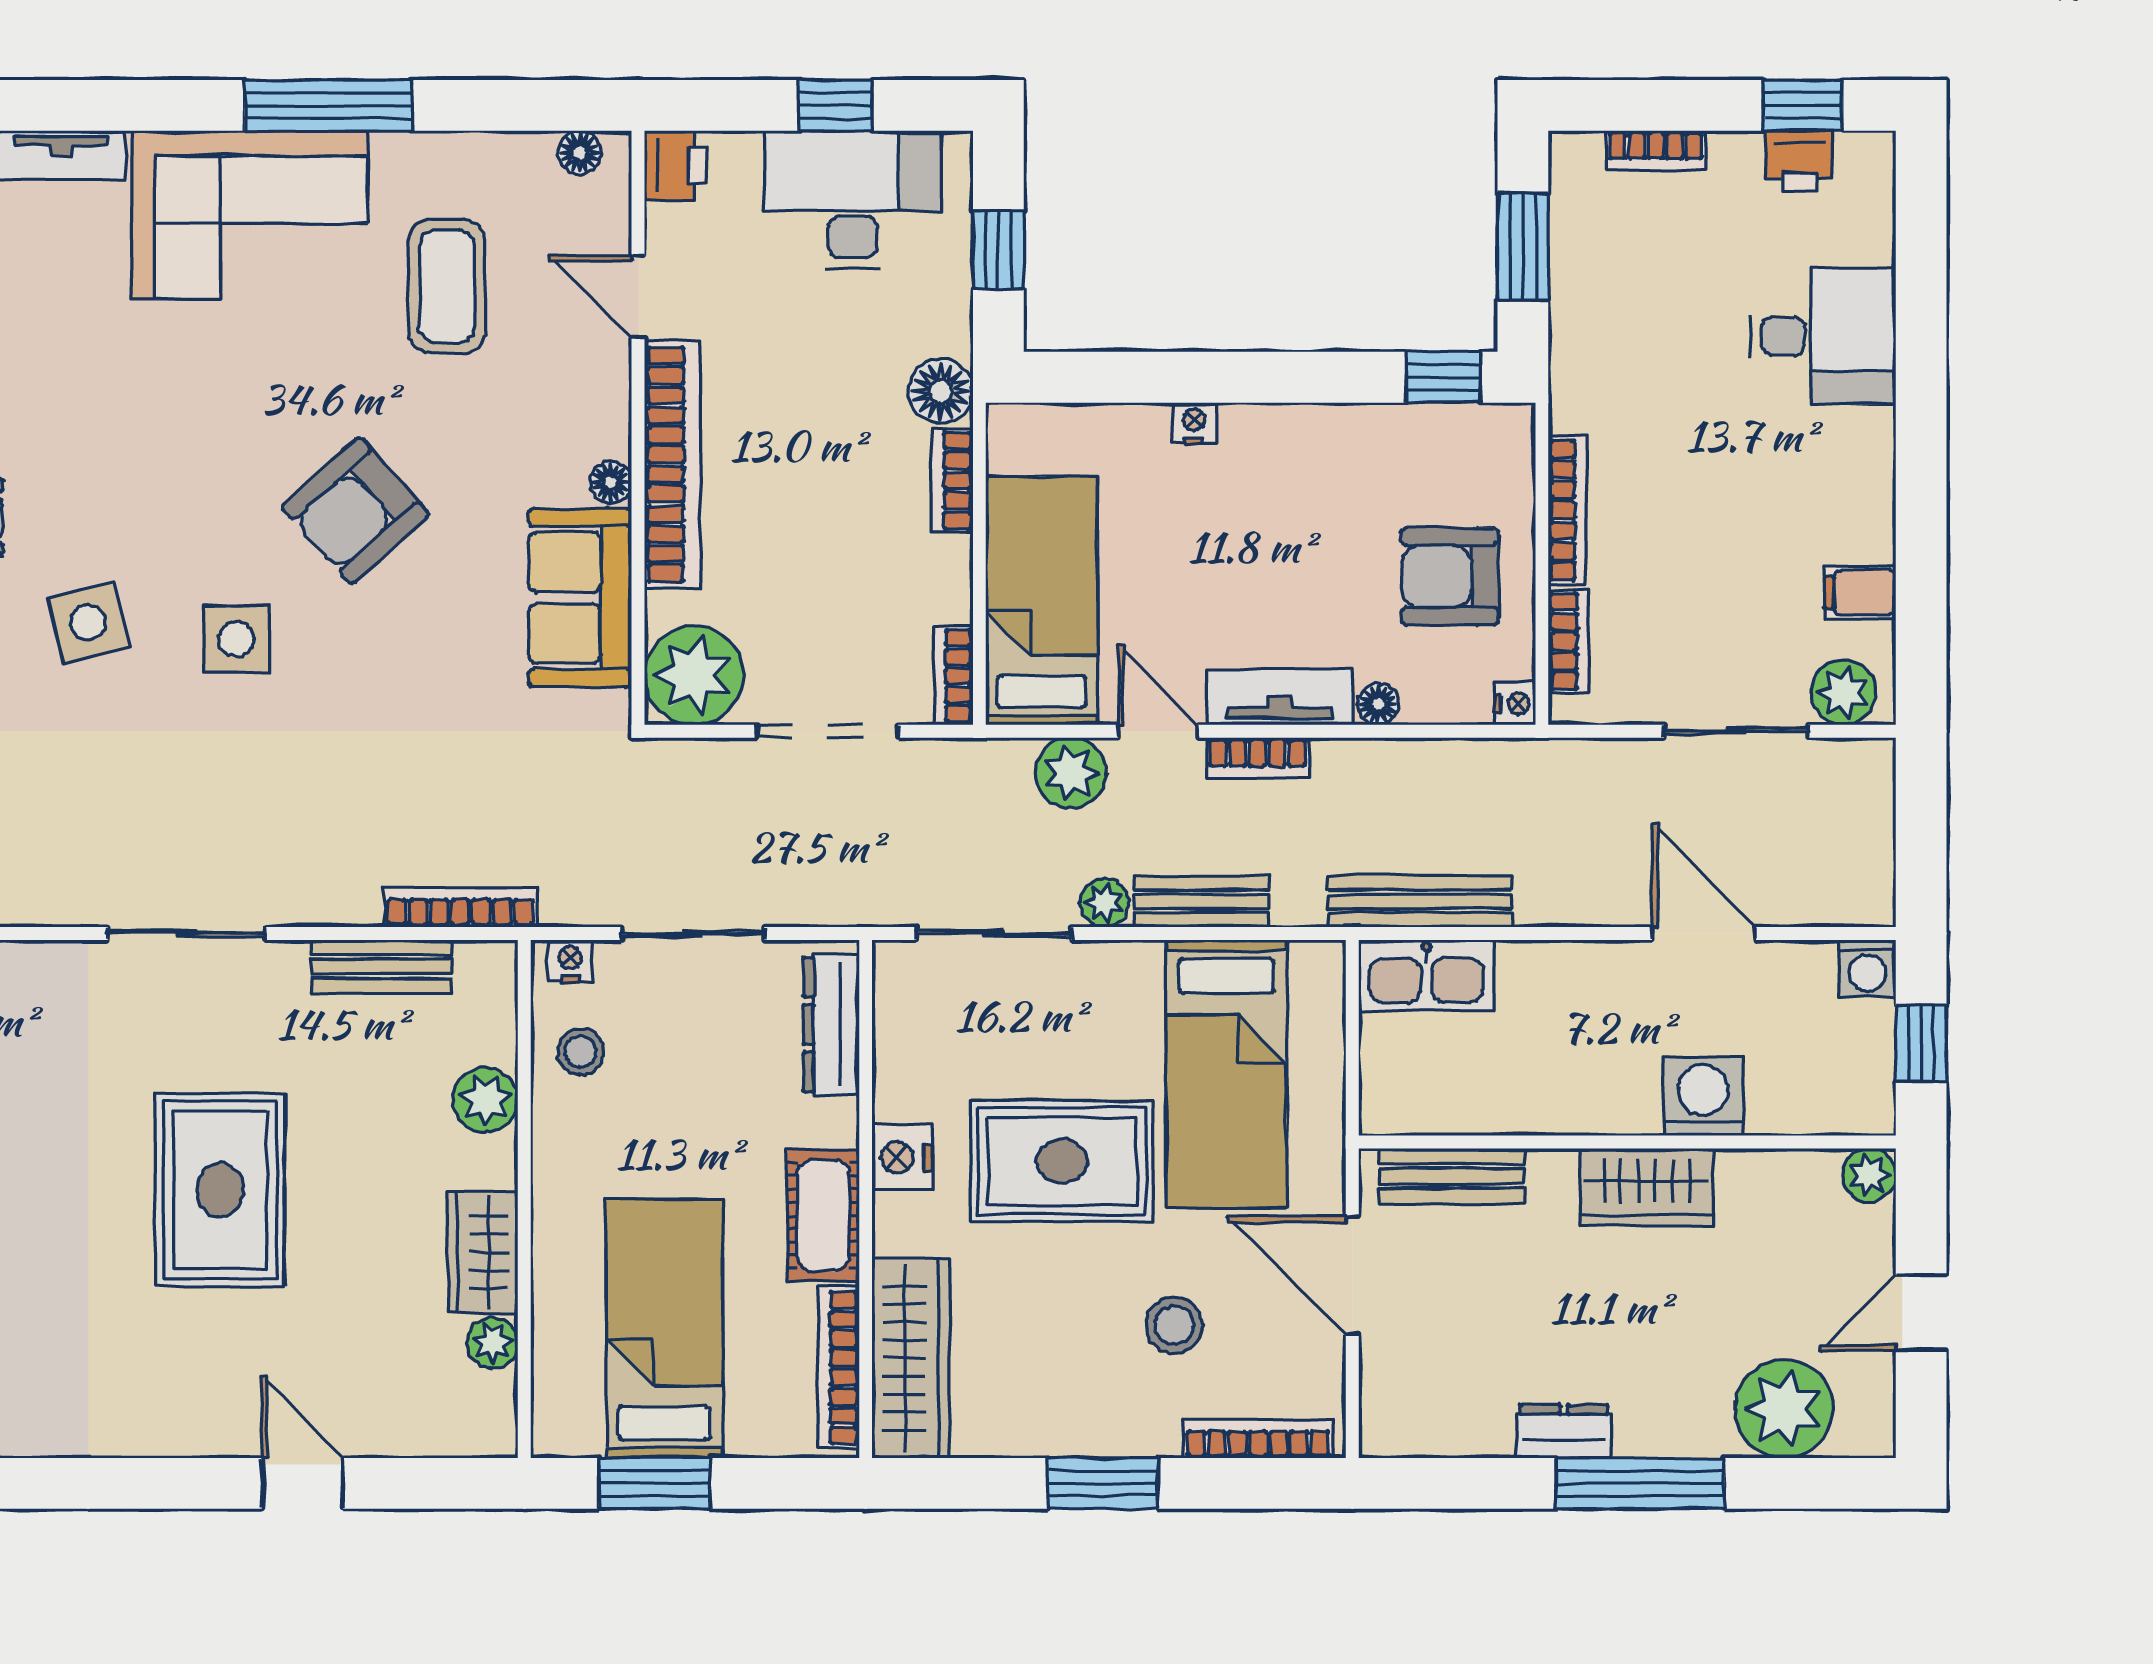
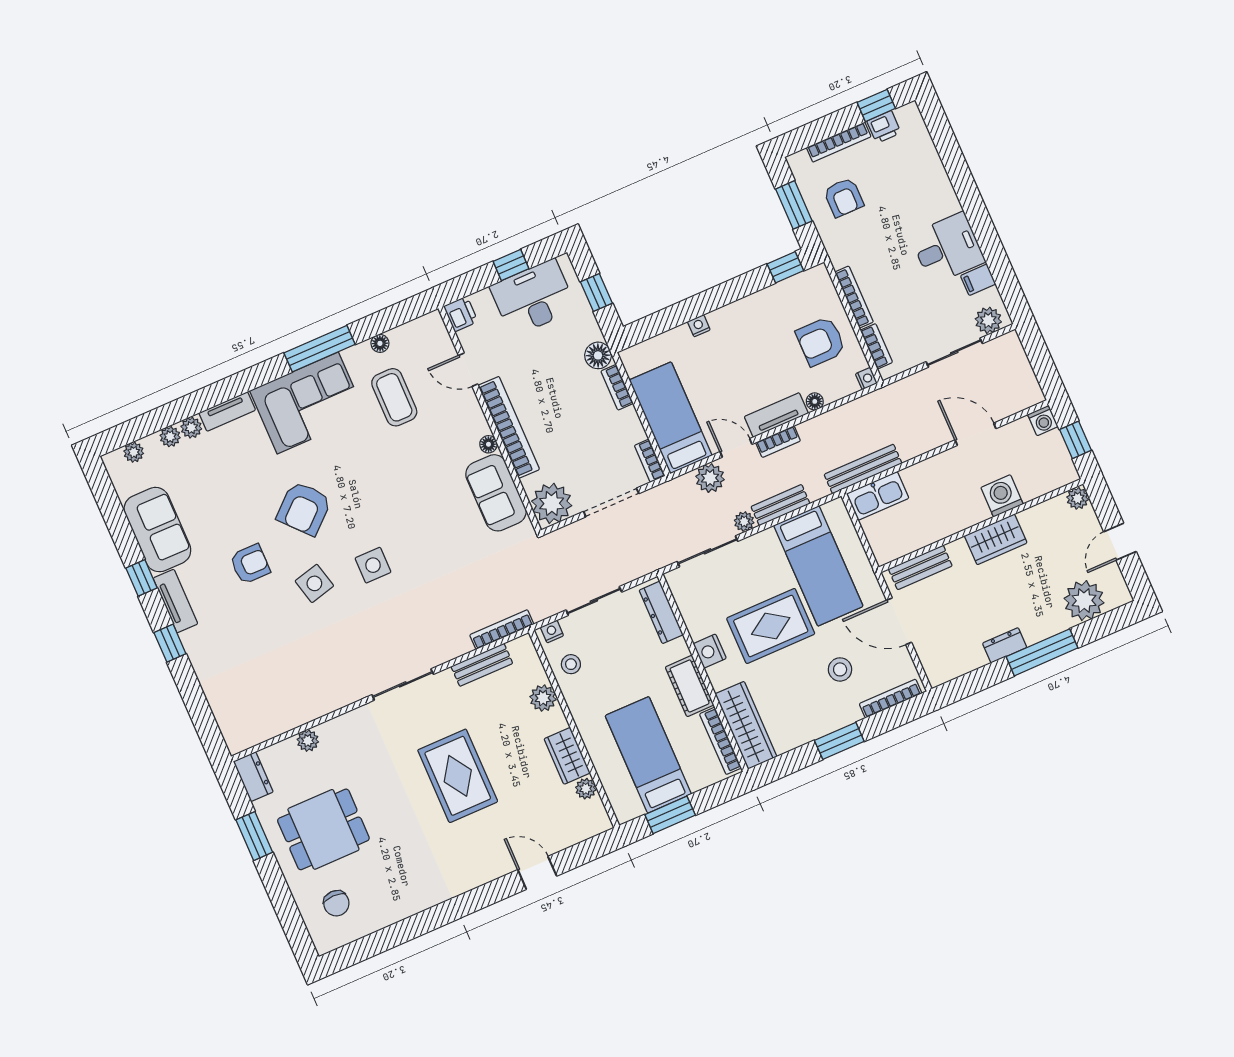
bookcase: (1656, 151) -> (839, 142), width x1.56
floor lamp: (580, 152) -> (380, 343), moved
armchair: (1641, 278) -> (844, 197), added
desk: (1823, 336) -> (948, 248), moved
armchair: (355, 510) -> (304, 508), moved

